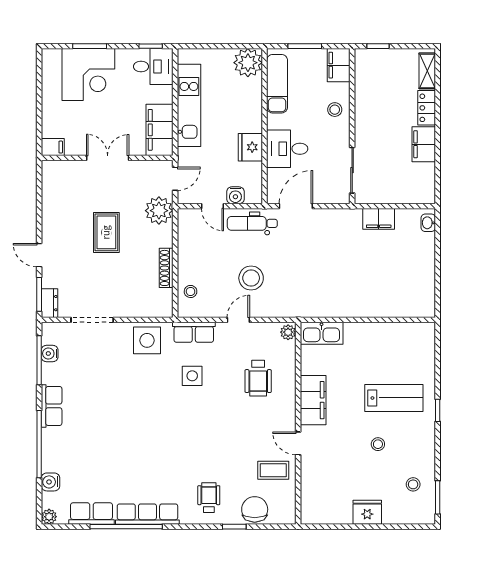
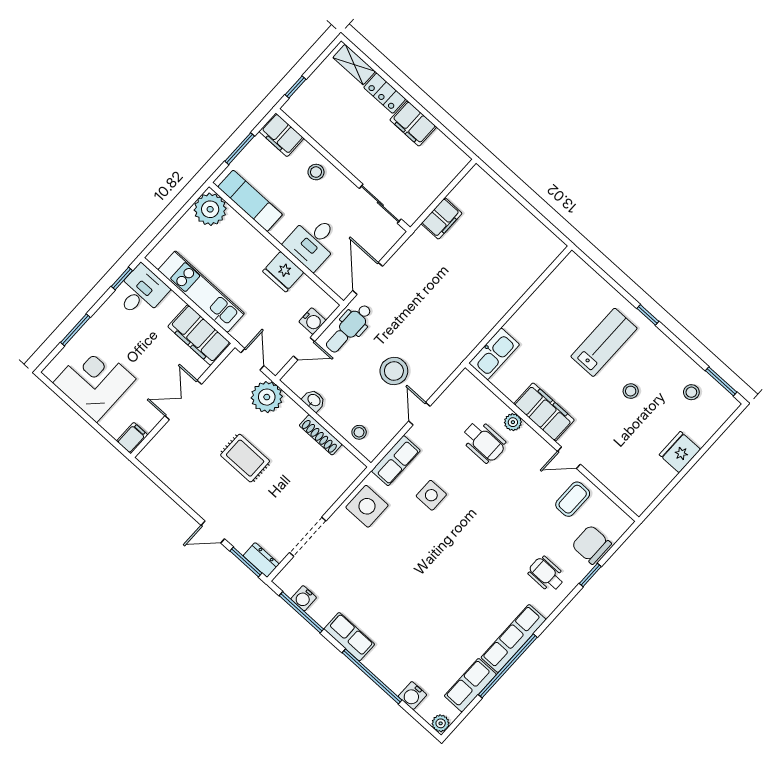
corner desk: (88, 74) -> (94, 381), moved, turned -90
washbasin: (428, 223) -> (314, 400), moved, turned 180
plant: (288, 332) -> (513, 422), moved

